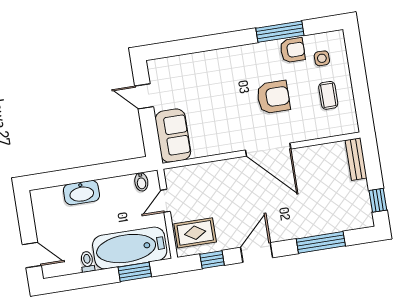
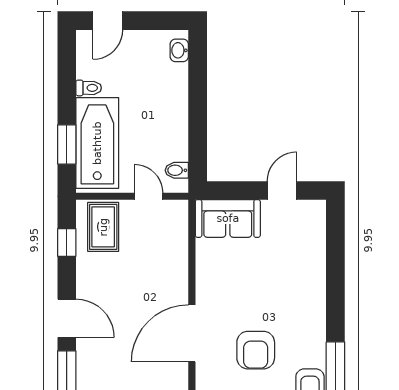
washbasin: (81, 193) -> (179, 50), moved, width x0.52, depth x0.69
door: (257, 253) -> (67, 318), moved

